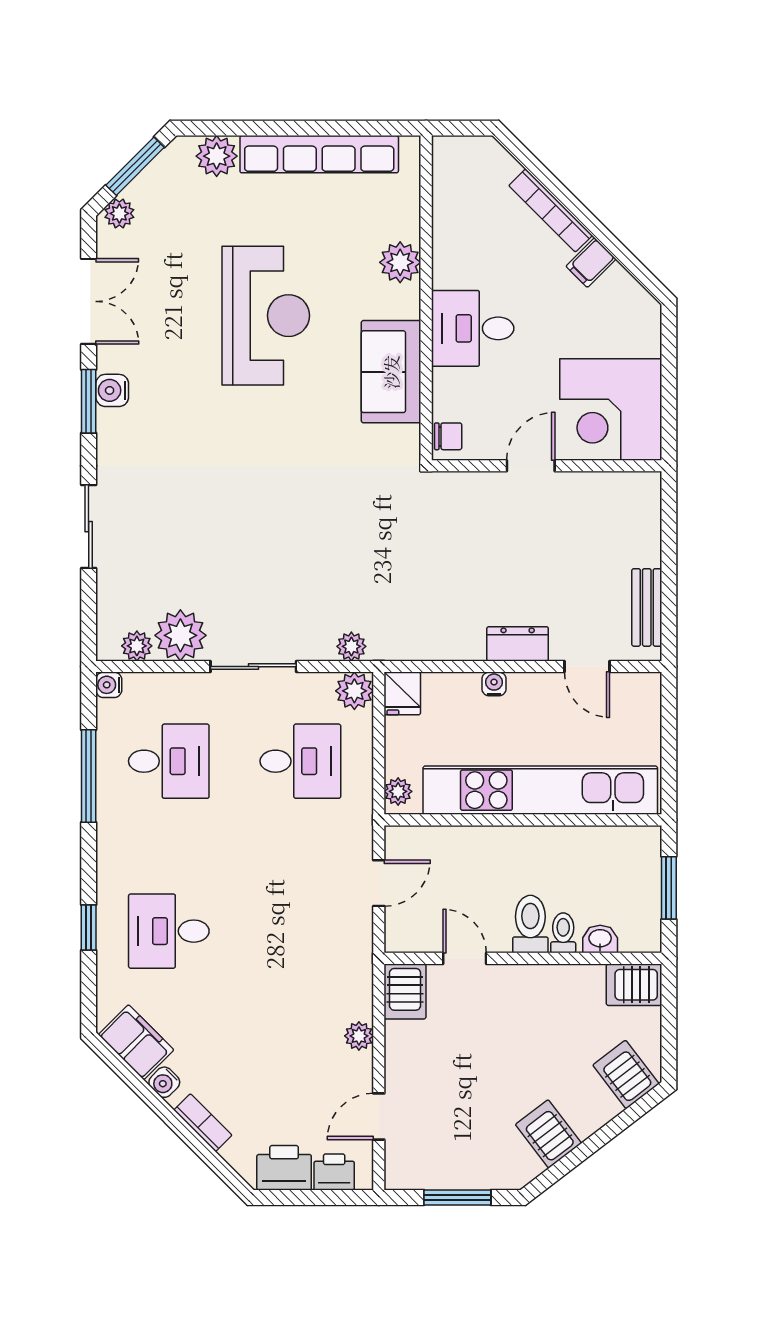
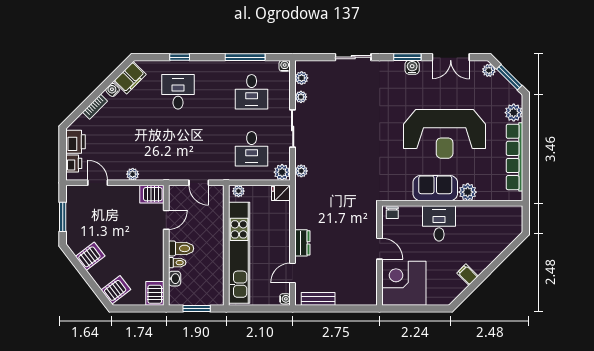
bookcase: (551, 210) -> (490, 257), removed
reception desk: (266, 316) -> (445, 134), width x1.36, depth x1.30
sofa: (391, 372) -> (435, 188), moved
plant: (180, 635) -> (301, 97), width x0.53, depth x0.53
water cooler: (494, 684) -> (285, 299), moved

